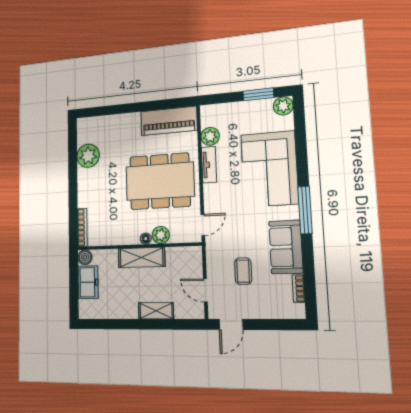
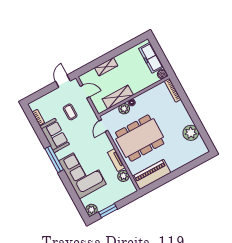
shelving: (141, 257) -> (118, 97), moved
freezer: (88, 282) -> (151, 58), width x1.40

